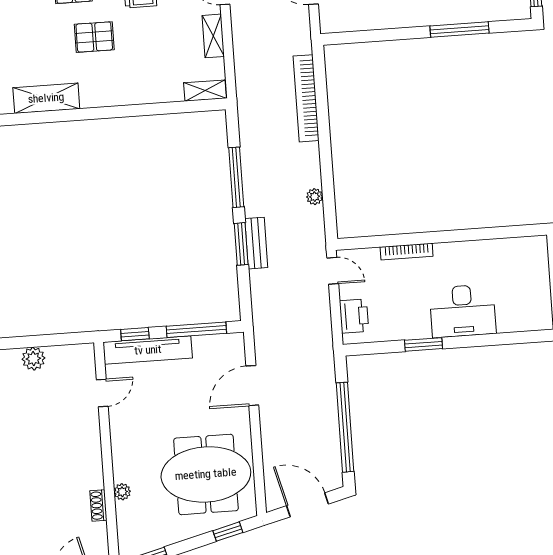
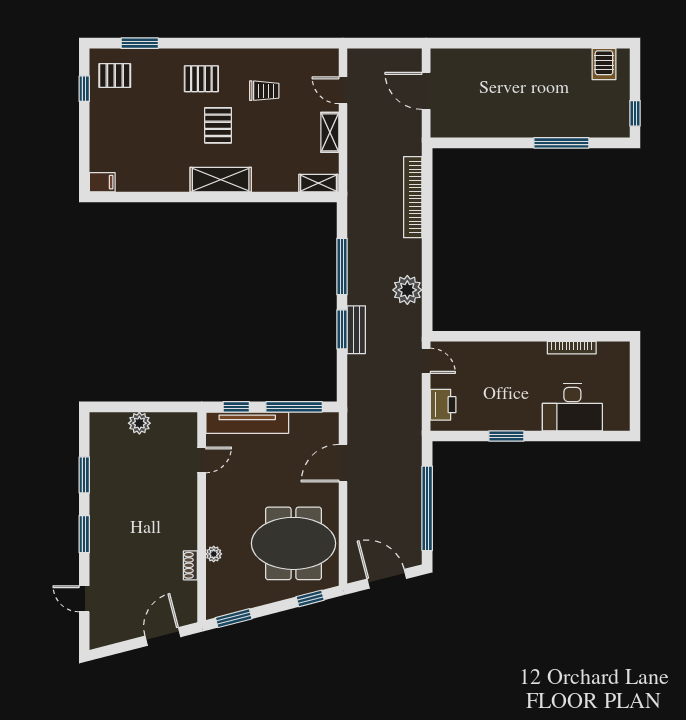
pallet: (94, 37) -> (218, 125), turned 90
shelving: (46, 98) -> (221, 180), moved
plant: (315, 197) -> (407, 290), width x1.87, depth x1.87
bookcase: (407, 252) -> (572, 348), moved
desk: (463, 311) -> (572, 407), moved

